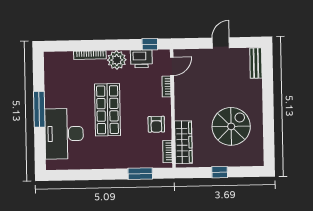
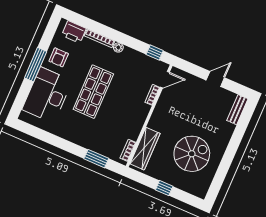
printer: (141, 59) -> (74, 32), moved
plant: (117, 60) -> (118, 47), width x0.53, depth x0.53
armchair: (156, 124) -> (59, 57), moved

